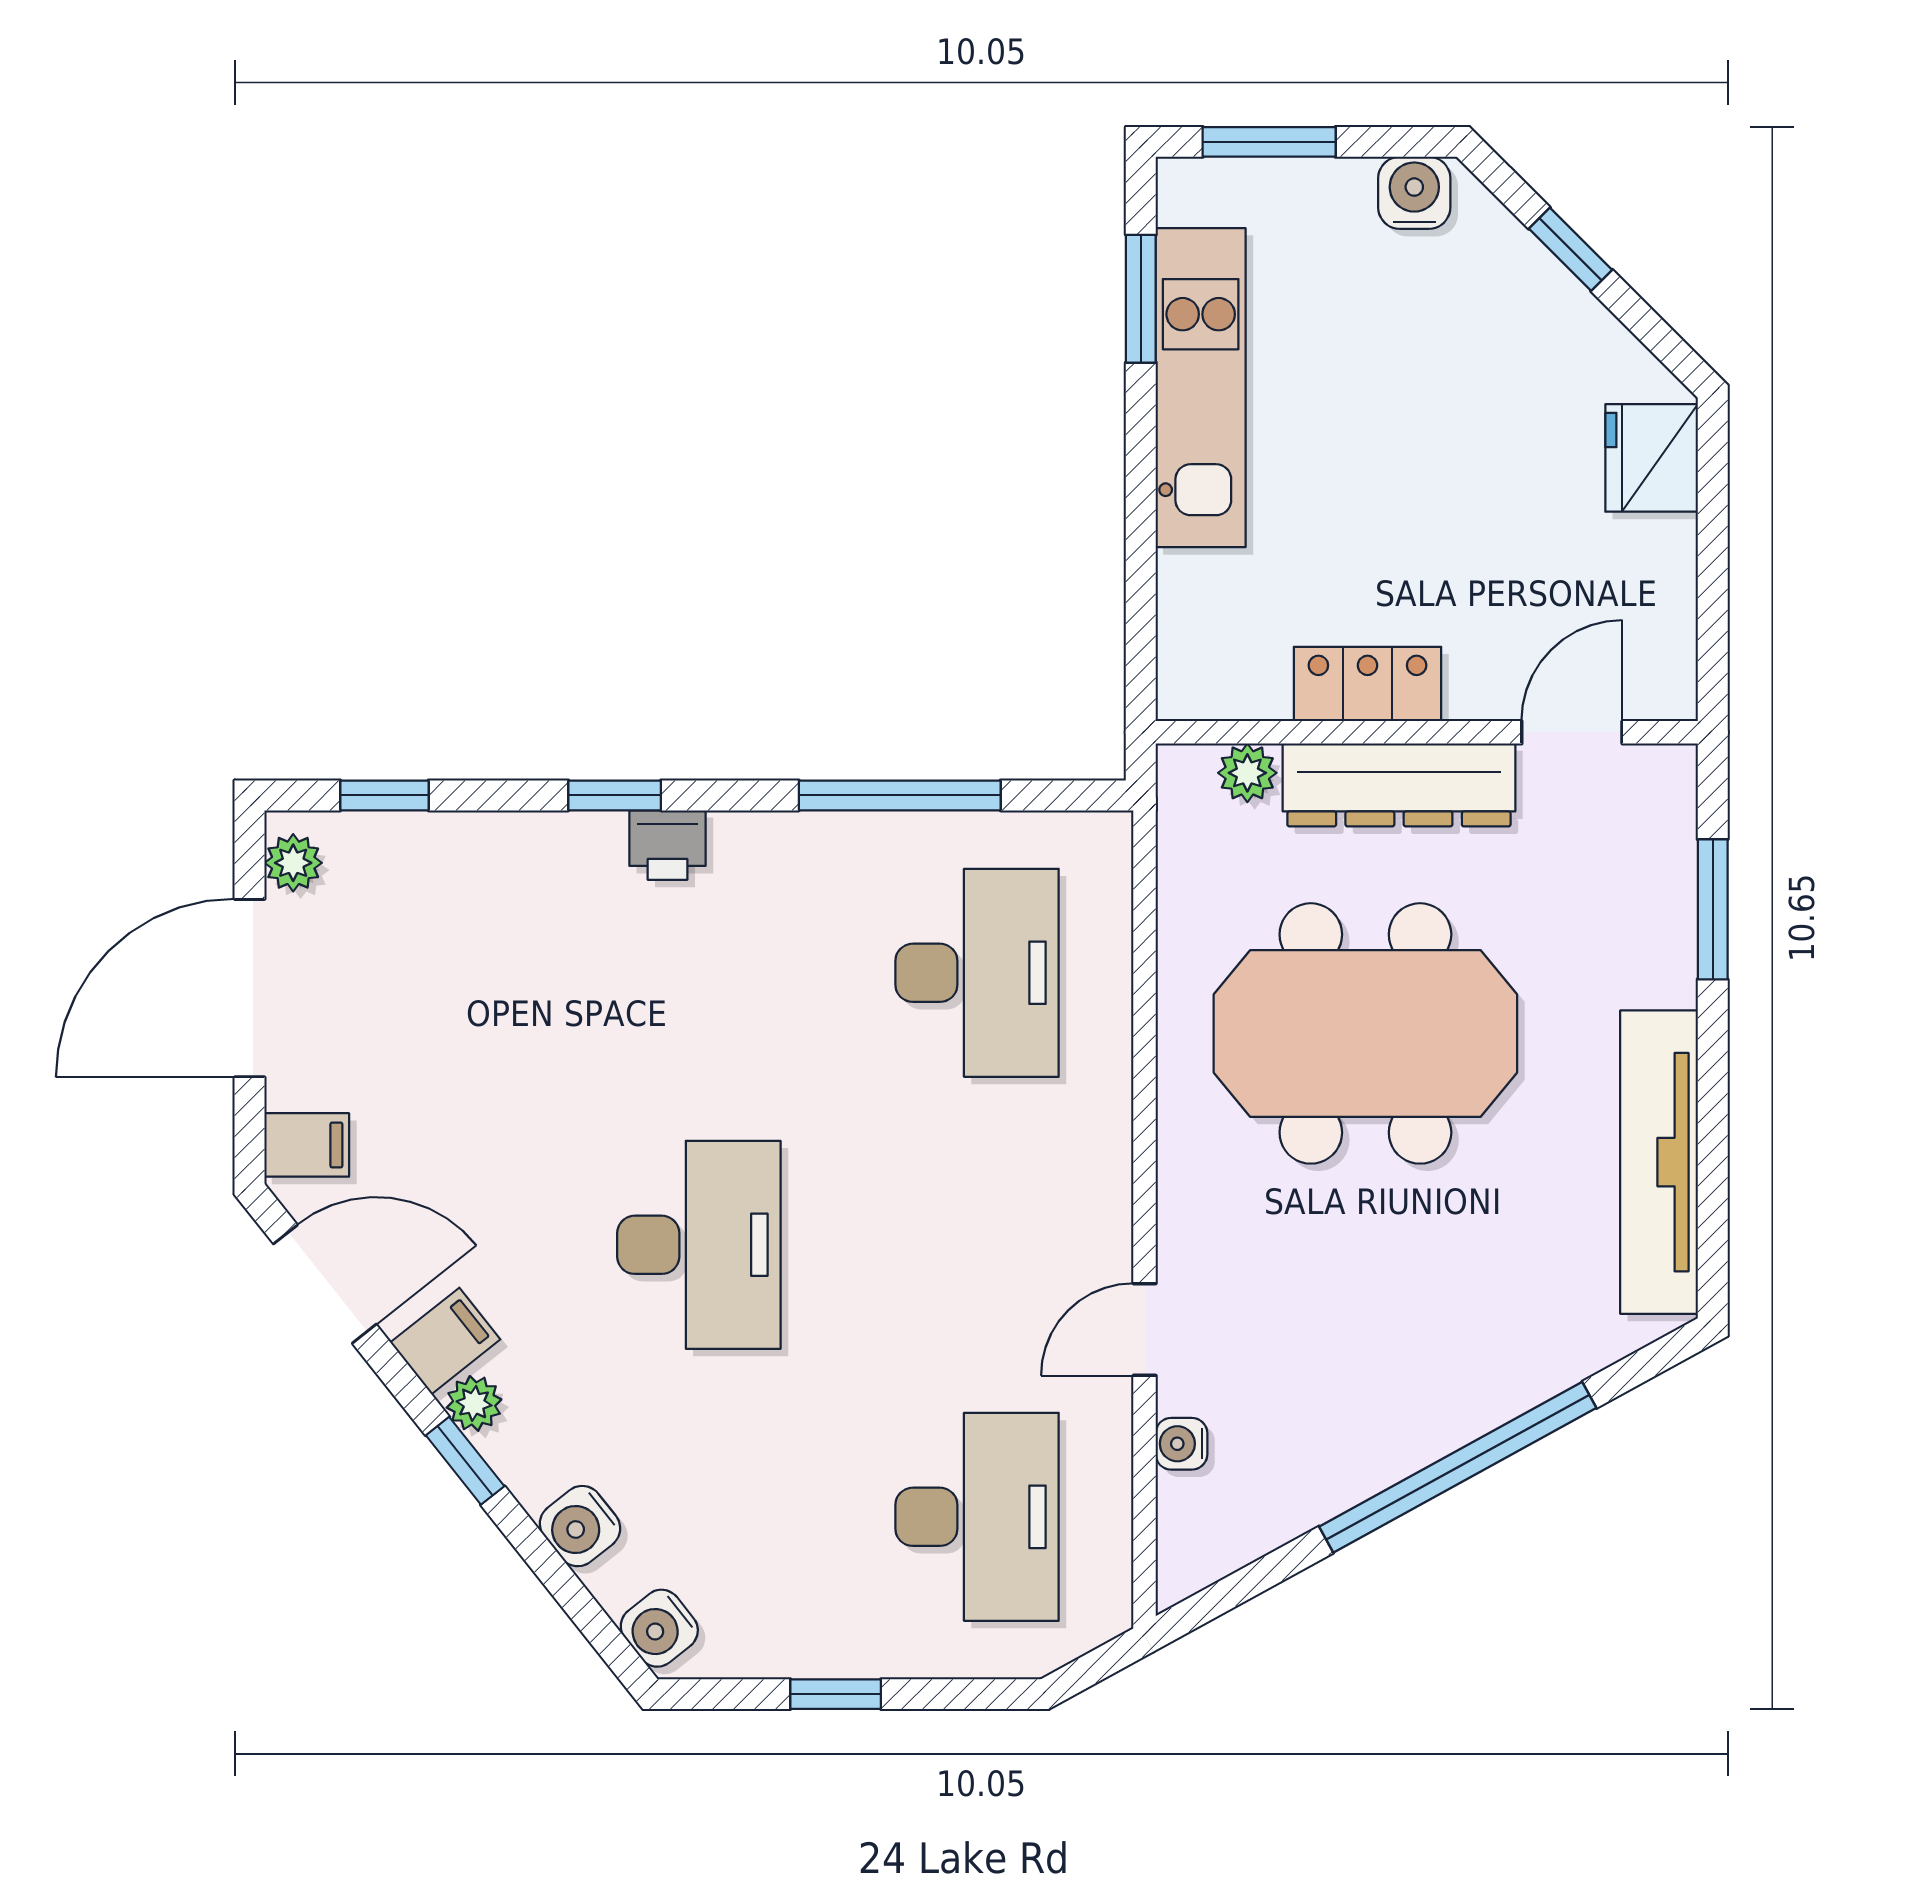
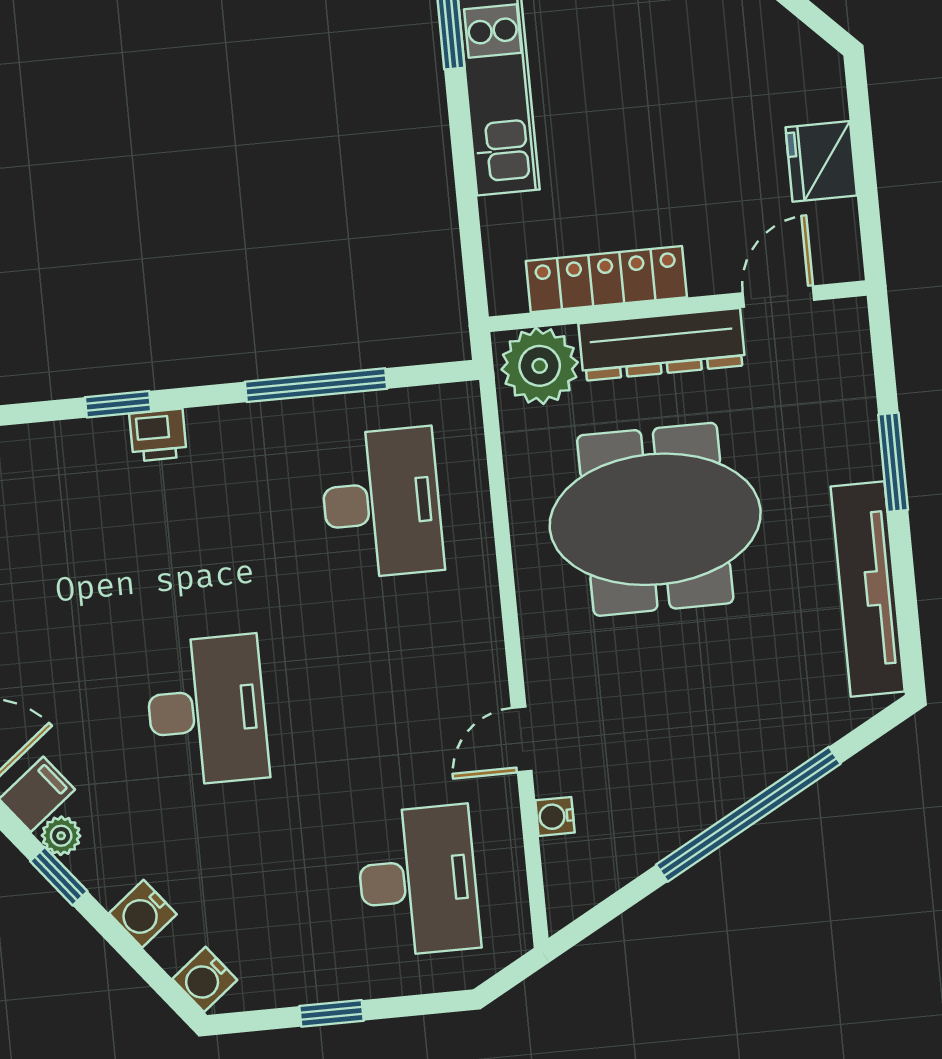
fridge: (1652, 458) -> (821, 161), moved
locker: (1368, 684) -> (606, 279), width x1.53
plant: (1247, 773) -> (540, 366), width x1.88, depth x1.88
window: (1713, 909) -> (893, 462), moved

